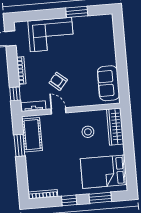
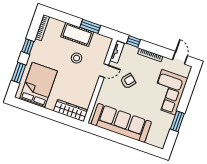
sofa: (108, 83) -> (121, 123), width x1.85, depth x1.27
stool: (88, 132) -> (77, 58), moved
cot: (32, 135) -> (77, 34), moved

